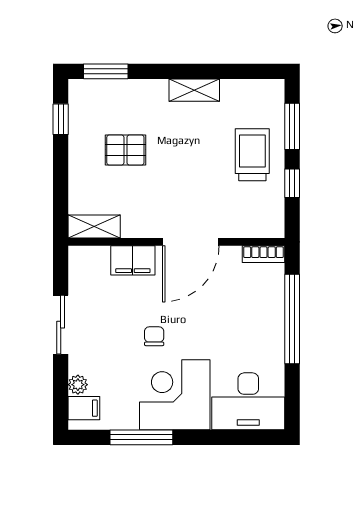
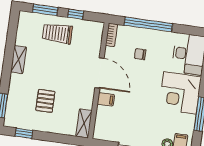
filing cabinet: (133, 260) -> (106, 99), width x0.50
chair: (154, 336) -> (140, 54), moved

